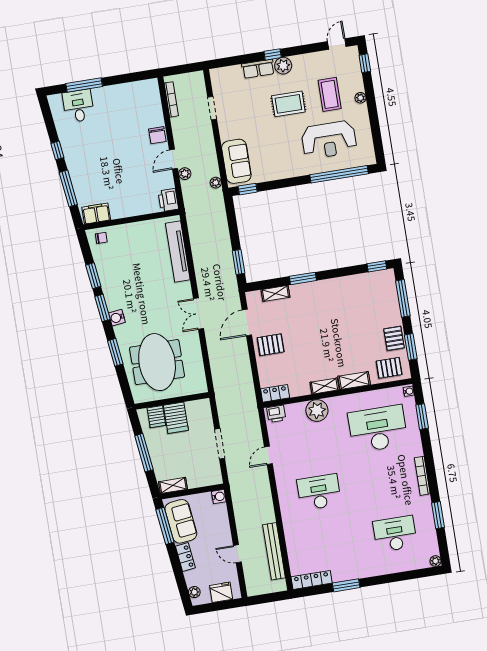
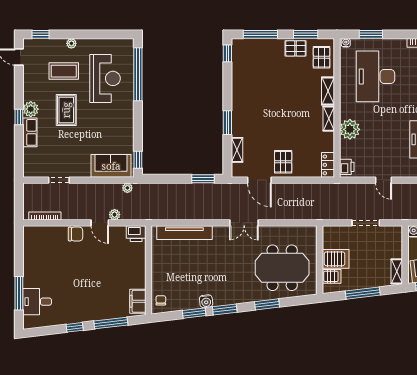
water cooler: (117, 318) -> (206, 301), moved

